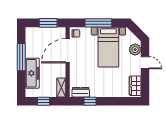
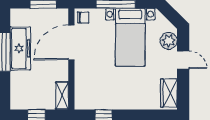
freezer: (32, 73) -> (20, 48), moved
dresser: (81, 92) -> (90, 103), removed

